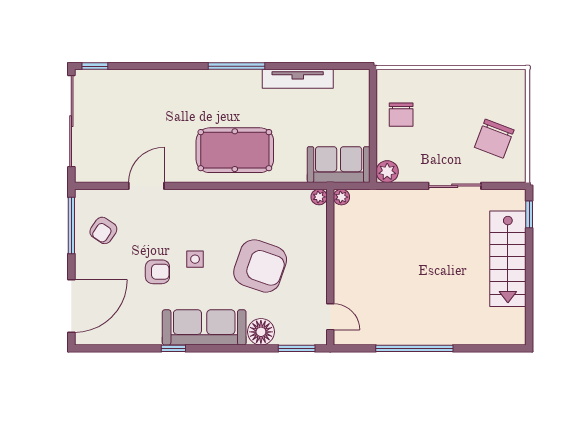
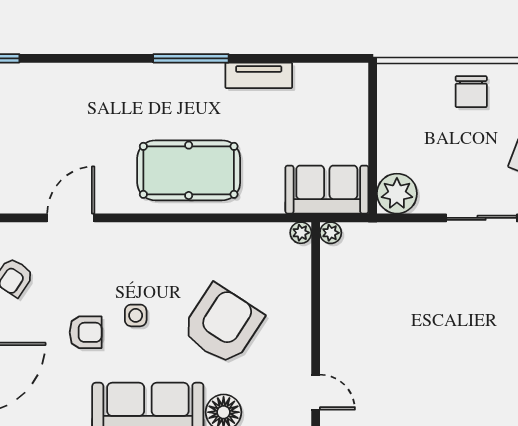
tv unit: (298, 79) -> (259, 75), width x0.71
chair: (401, 115) -> (471, 92), moved
plant: (387, 172) -> (397, 194), width x1.36, depth x1.36
armchair: (260, 266) -> (222, 325), turned -76

